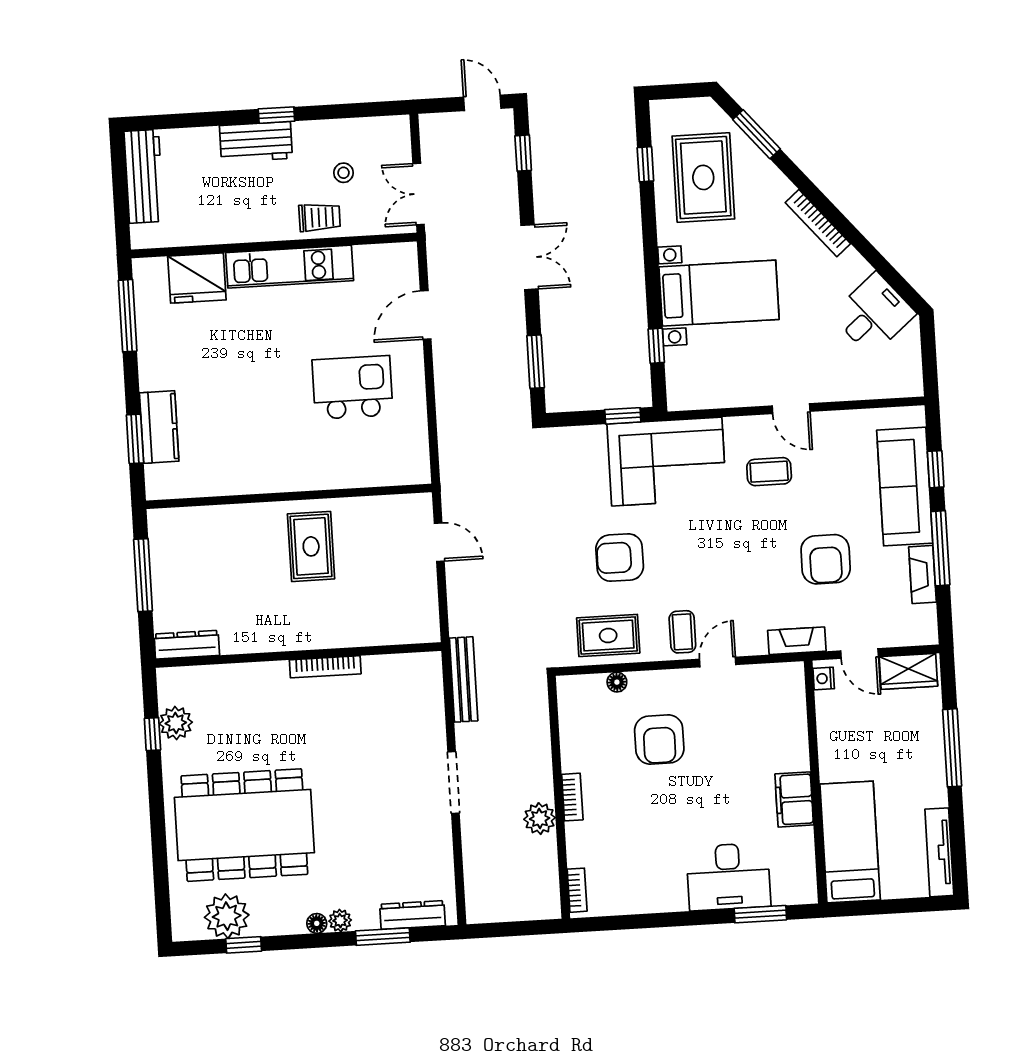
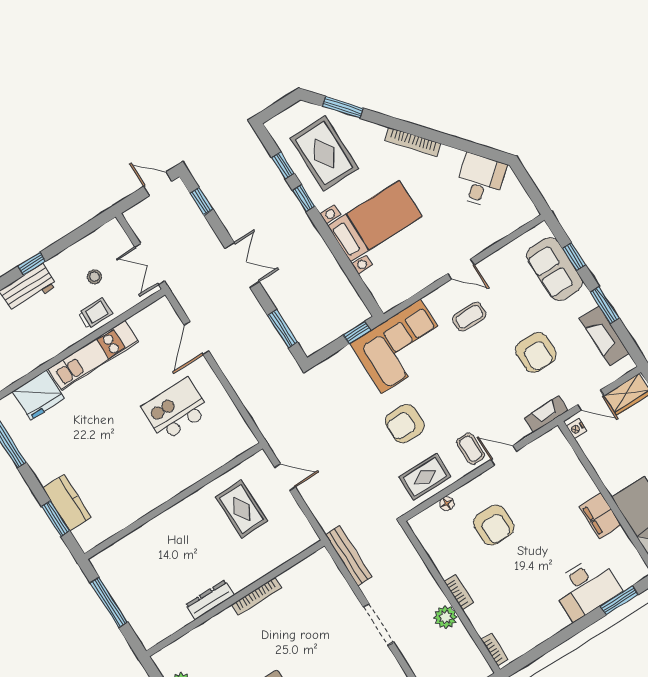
window: (656, 346) -> (304, 198), moved
sofa: (905, 487) -> (554, 269), width x0.73
rug: (311, 546) -> (241, 509), moved
window: (940, 548) -> (605, 305), width x0.69
fireplace: (923, 574) -> (604, 336), width x1.37, depth x1.32
dresser: (187, 645) -> (210, 600), moved
door: (718, 662) -> (503, 455), hinge flipped

